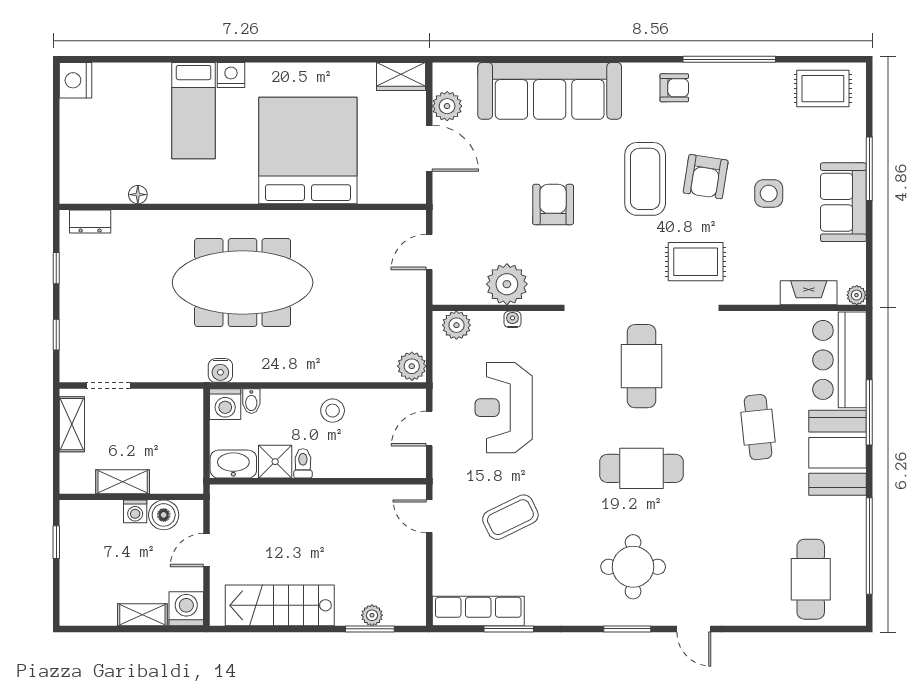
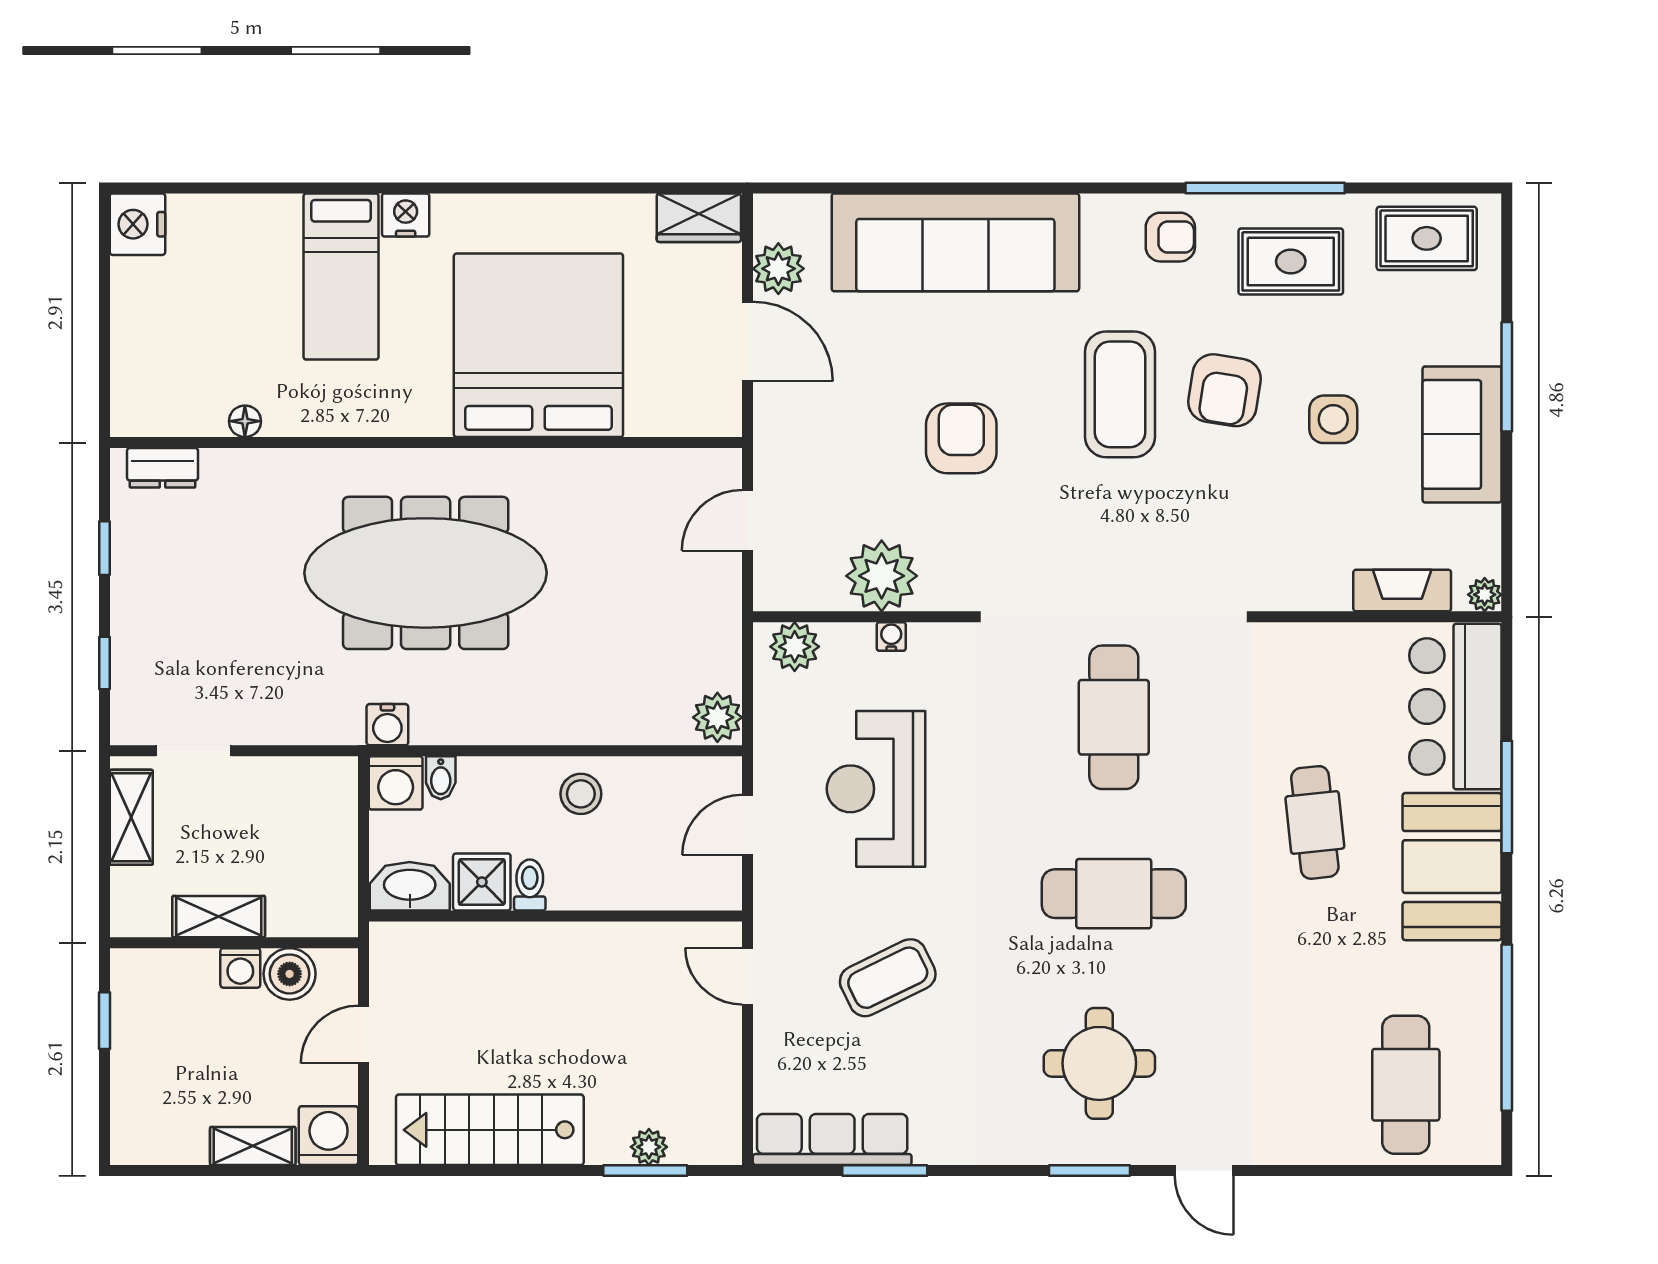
rug: (696, 262) -> (1291, 261), moved

